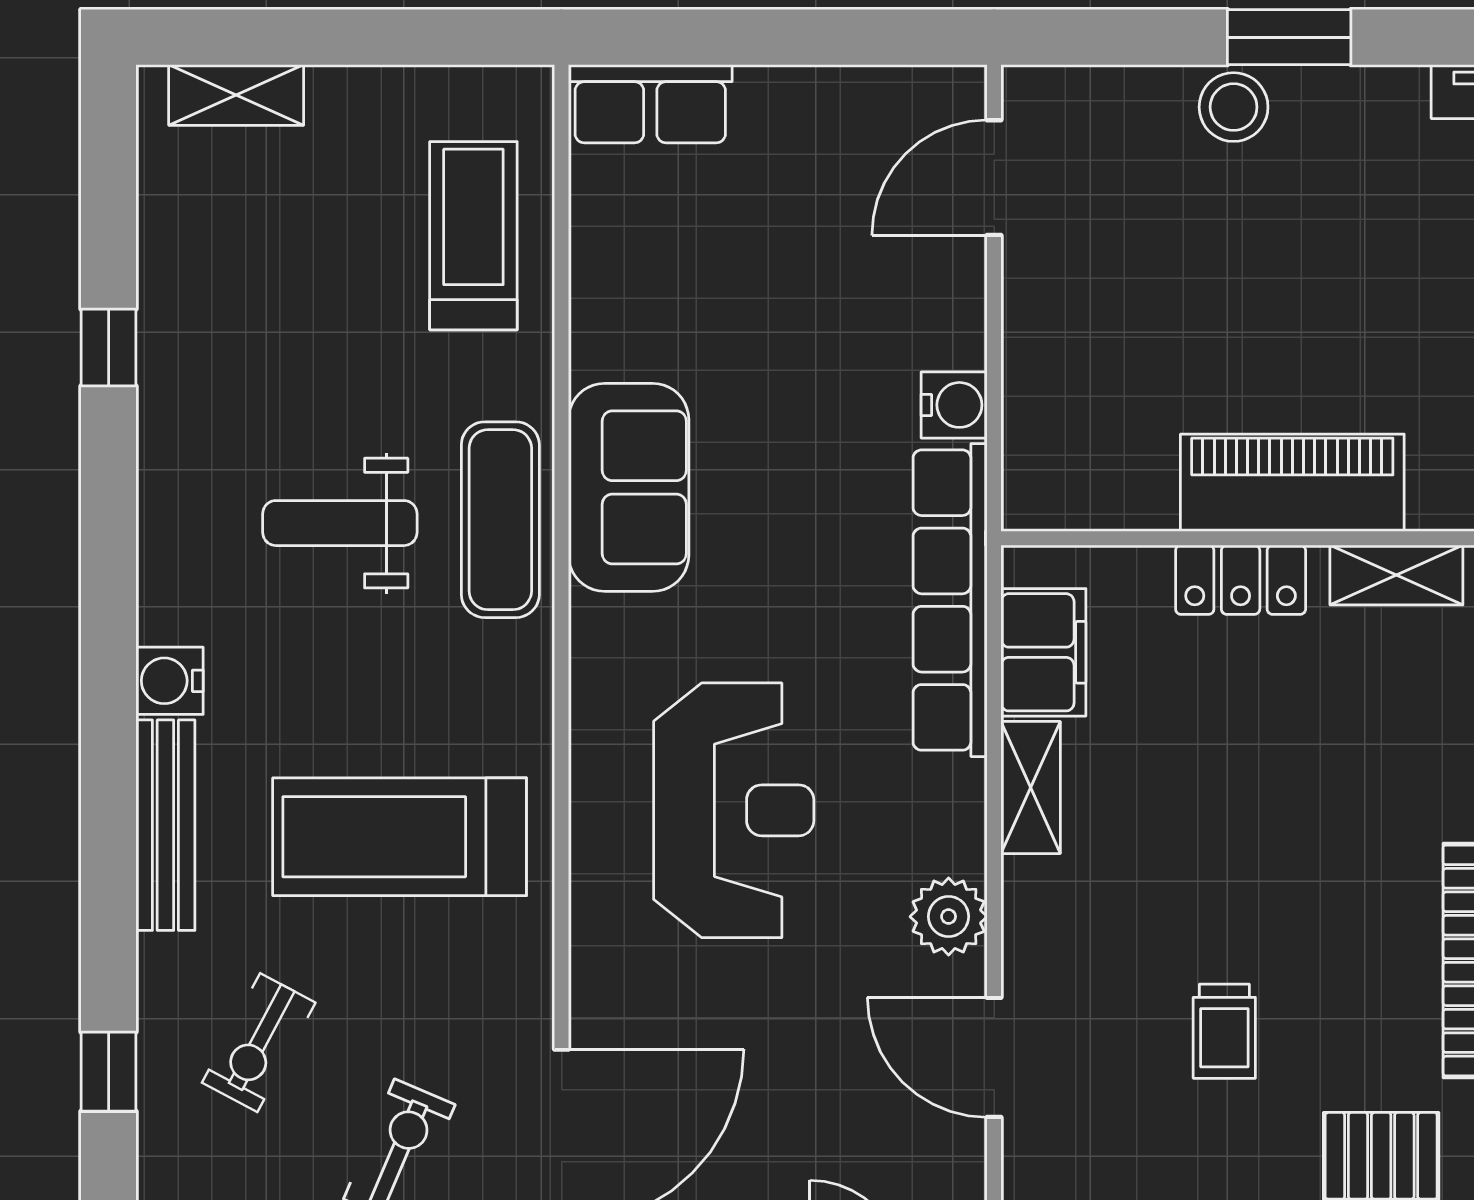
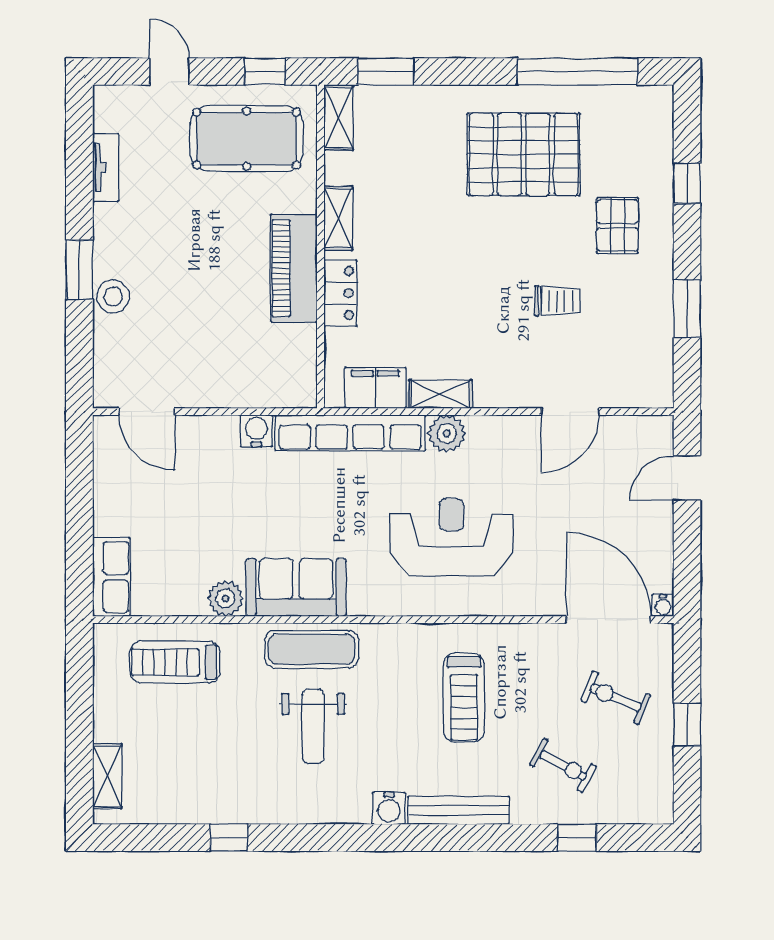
plant: (606, 341) -> (225, 599), added
treadmill: (400, 837) -> (464, 698), width x0.73, depth x0.73
plant: (949, 917) -> (447, 434), moved

